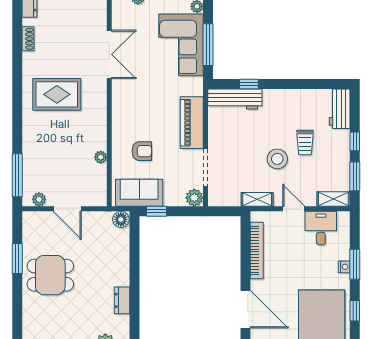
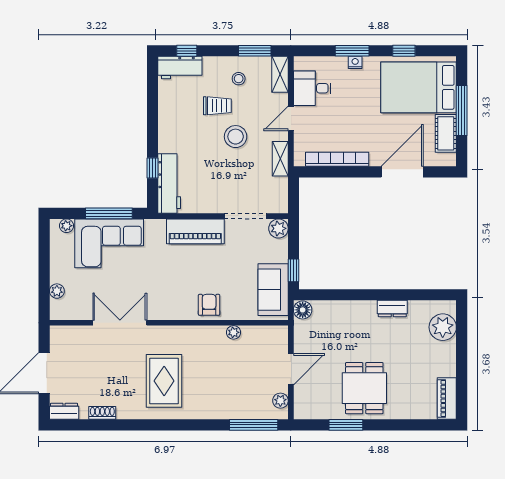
window: (355, 141) -> (187, 51), moved
armchair: (142, 151) -> (209, 305), moved
stool: (329, 162) -> (239, 79), added

